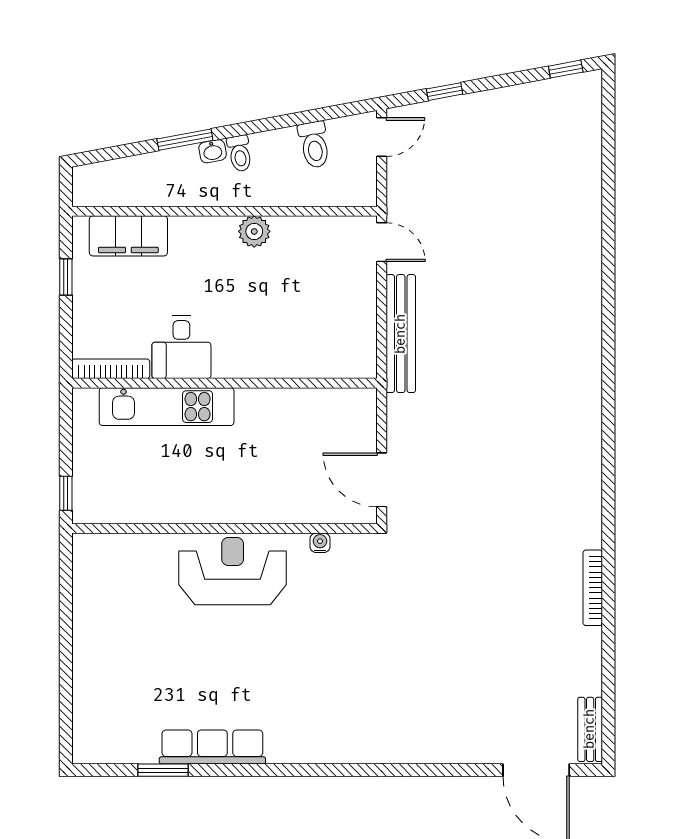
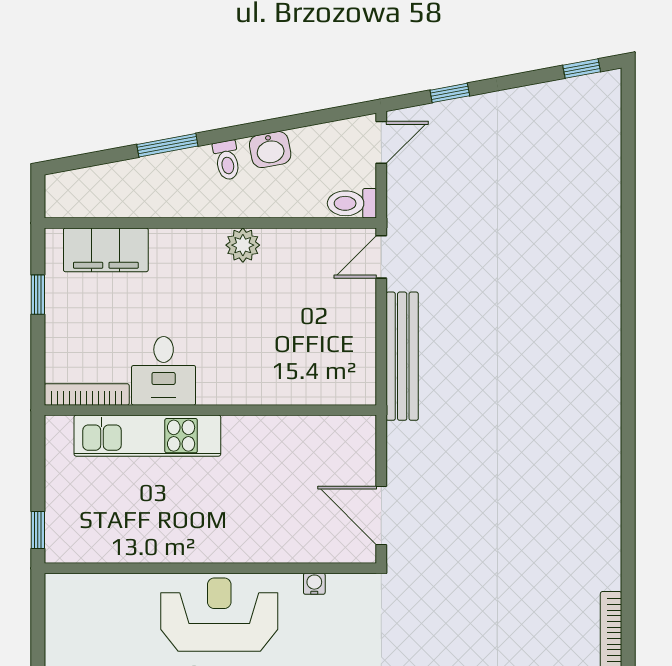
toilet: (314, 145) -> (352, 203), moved, turned 100
washbasin: (213, 151) -> (270, 150), moved, width x1.38, depth x1.45
door: (382, 242) -> (381, 257), swing flipped

